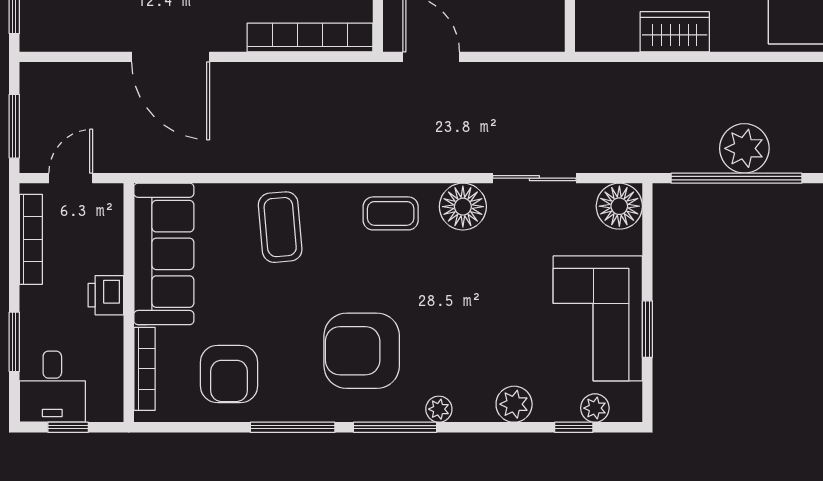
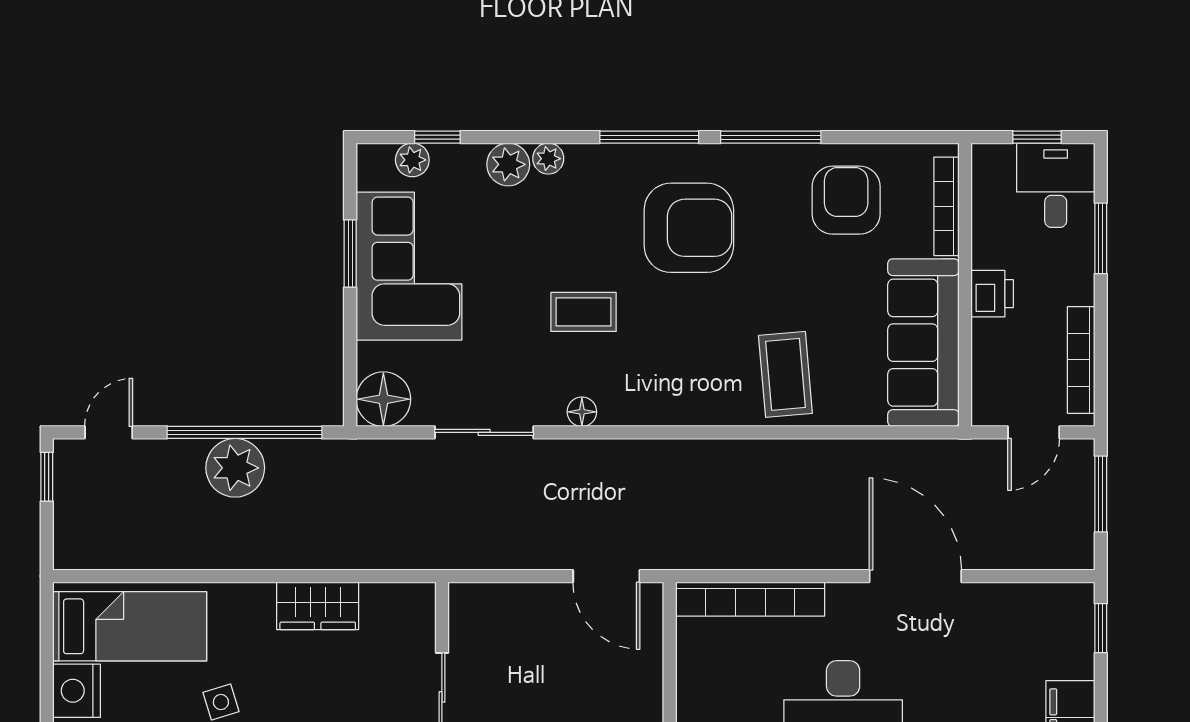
floor lamp: (463, 207) -> (582, 412), width x0.53, depth x0.53
coffee table: (391, 213) -> (583, 312), moved
plant: (439, 409) -> (548, 159), moved

